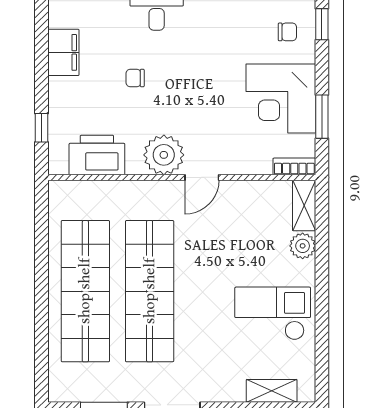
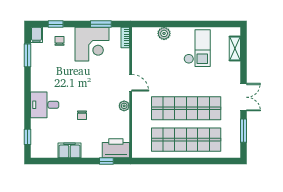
printer: (97, 155) -> (116, 148), moved, turned 90
plant: (164, 155) -> (124, 106), width x0.53, depth x0.53
shelving: (304, 205) -> (144, 33), removed
checkout: (273, 313) -> (197, 48), turned 180

